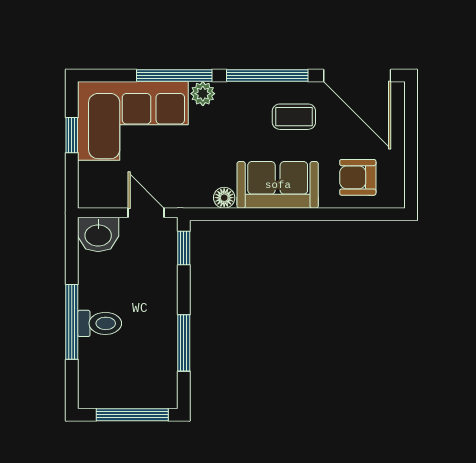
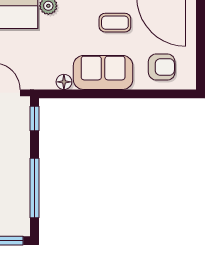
armchair: (358, 177) -> (162, 67), turned 180
window: (184, 343) -> (34, 188), width x1.44

